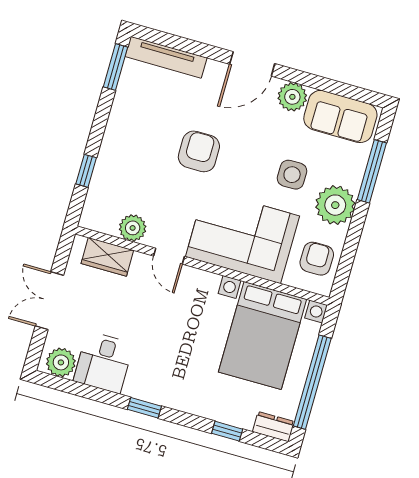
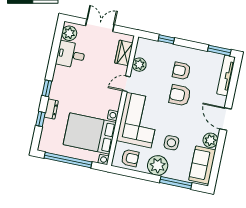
armchair: (151, 145) -> (181, 71), added
armchair: (199, 151) -> (180, 95), turned 180
window: (144, 408) -> (47, 88), moved
dresser: (273, 427) -> (51, 109), moved

